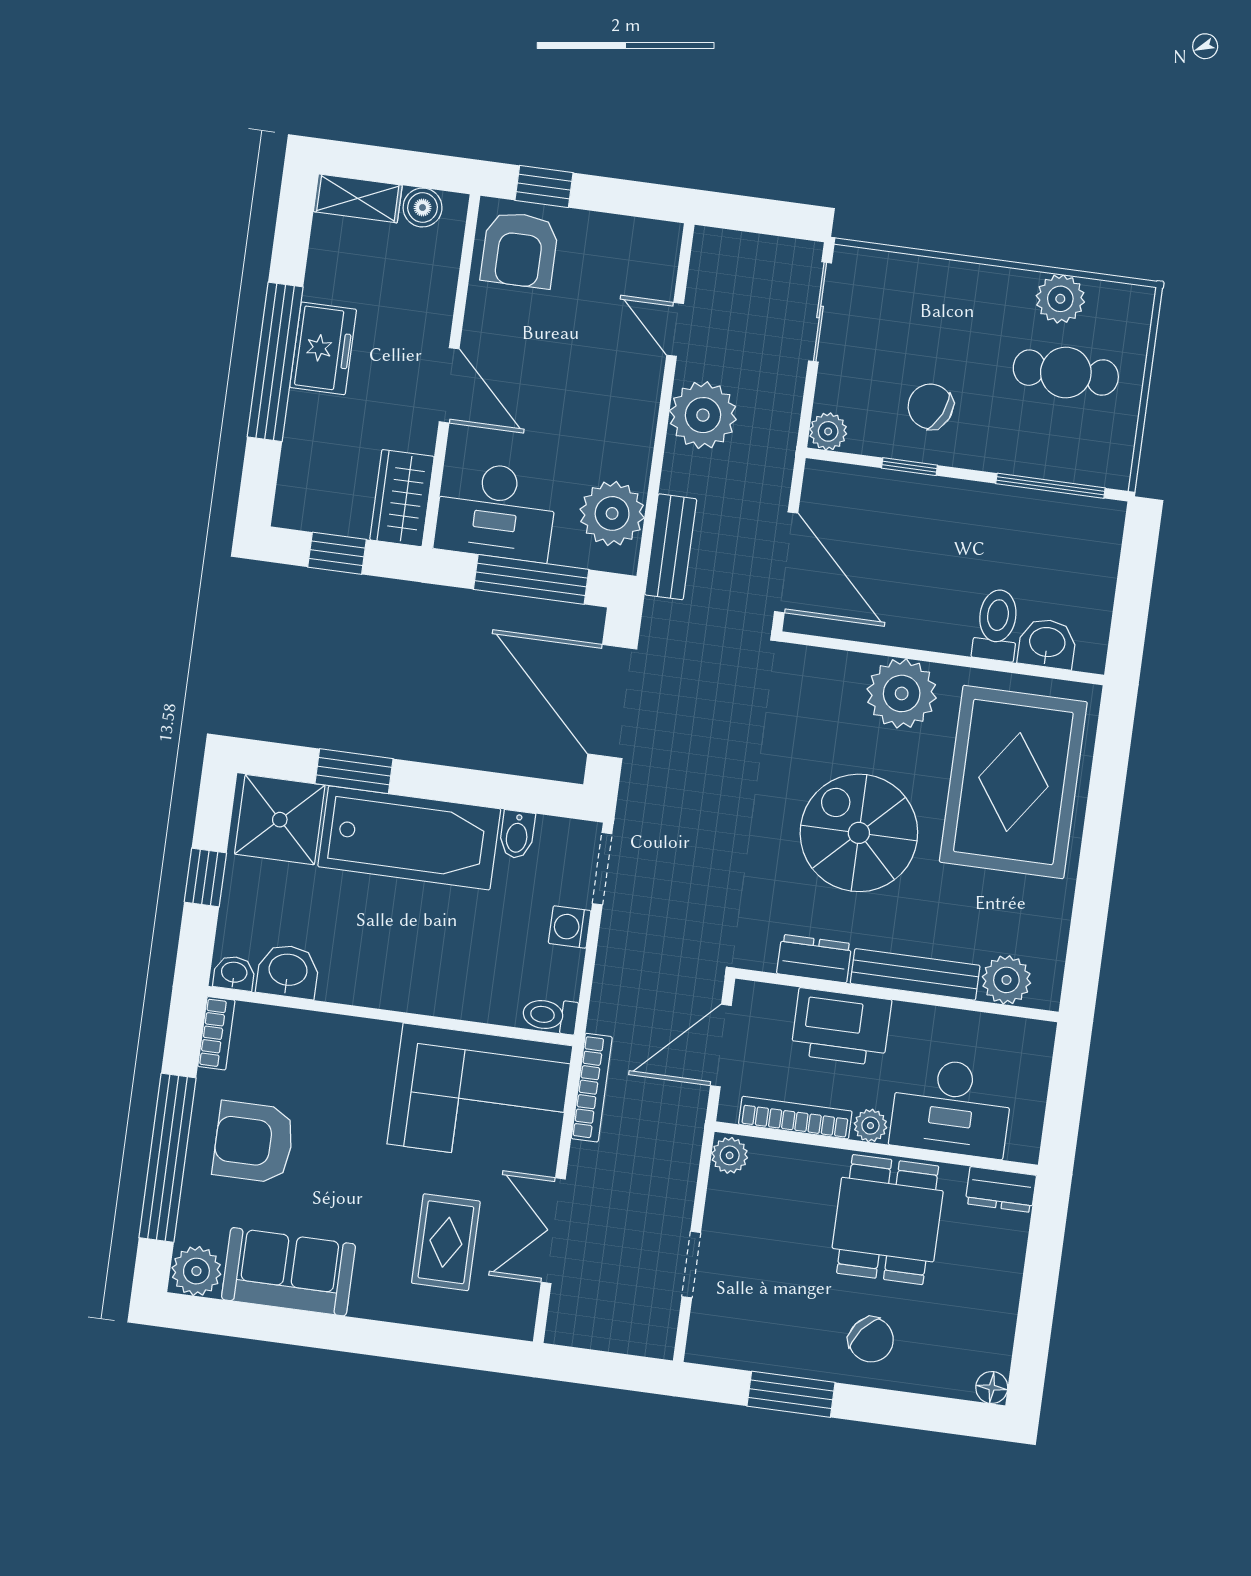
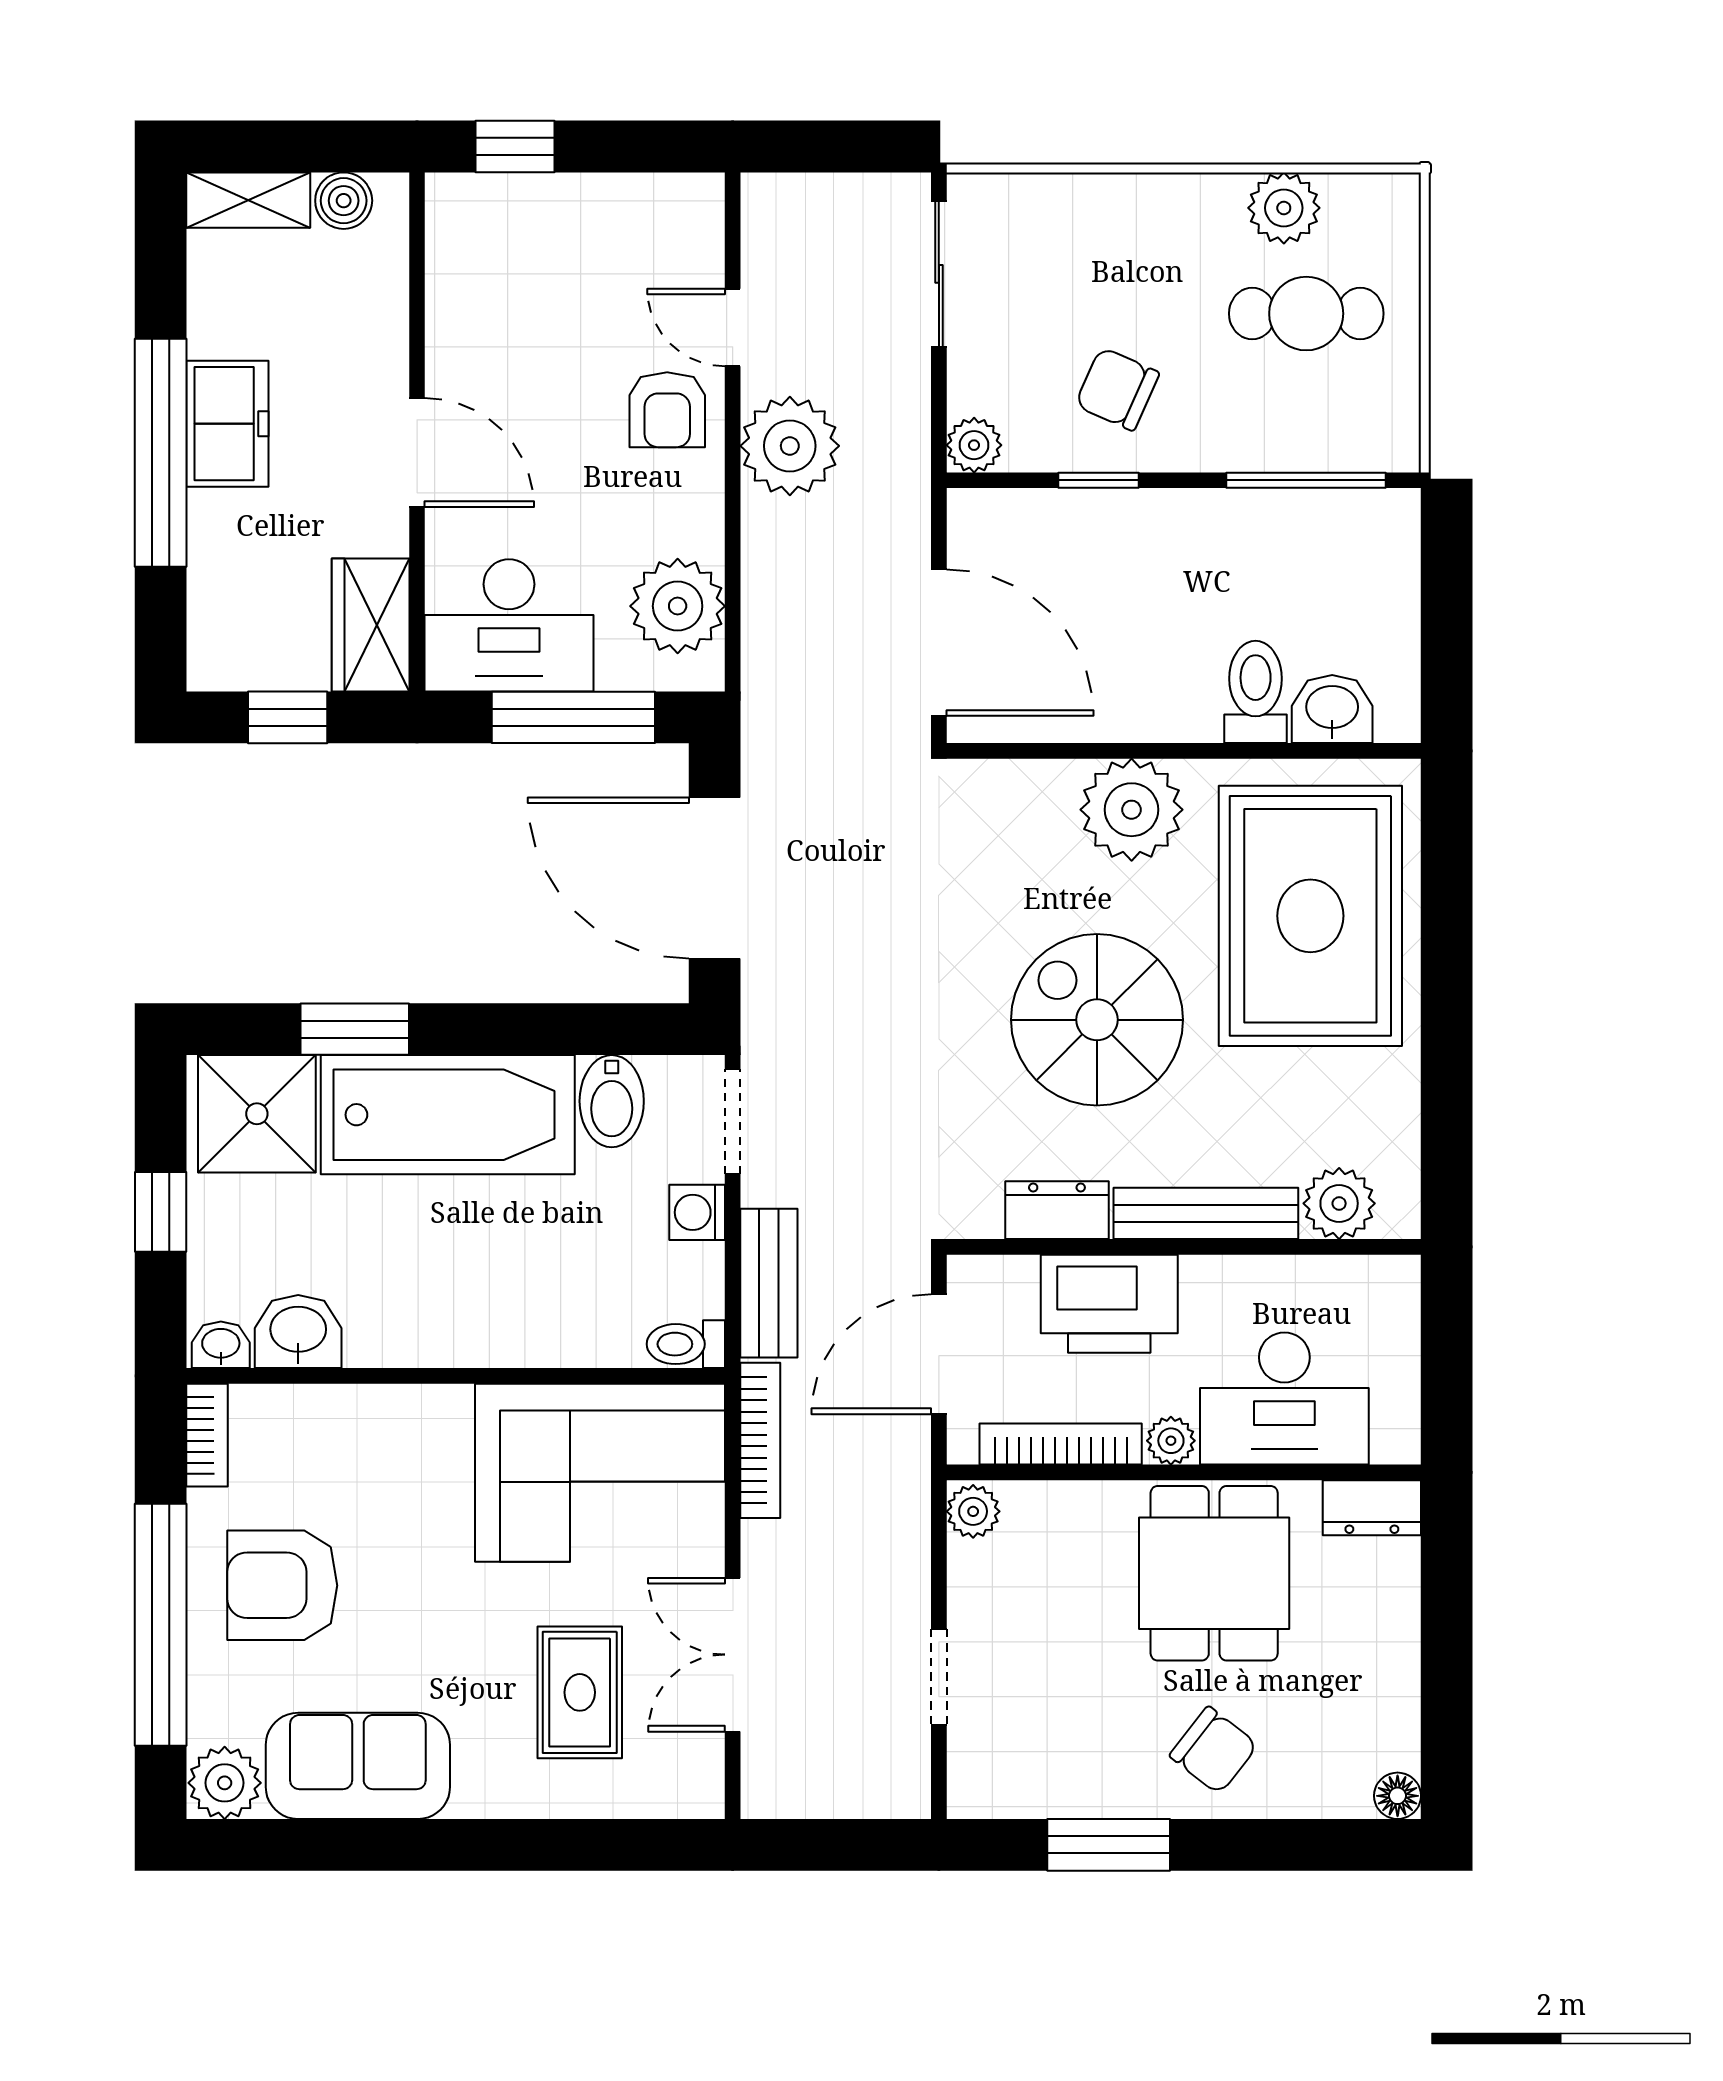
armchair: (520, 250) -> (667, 410), moved, width x0.72, depth x0.72
bench: (671, 547) -> (769, 1283), moved
bidet: (517, 835) -> (612, 1101), width x1.38, depth x1.36

